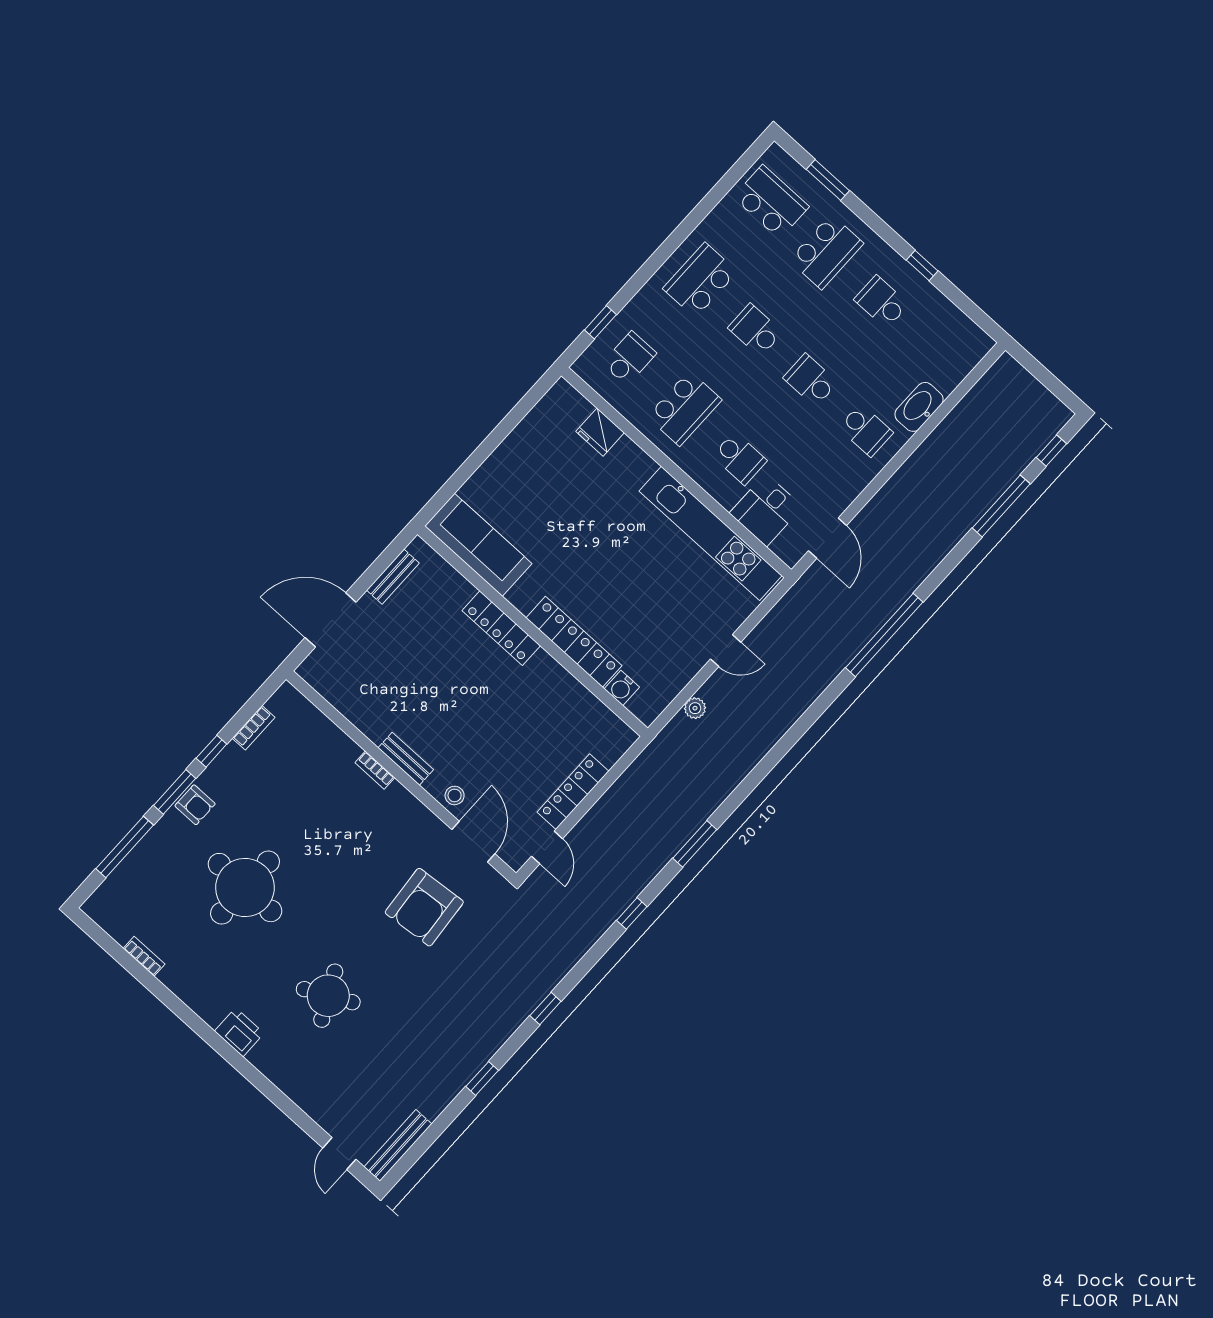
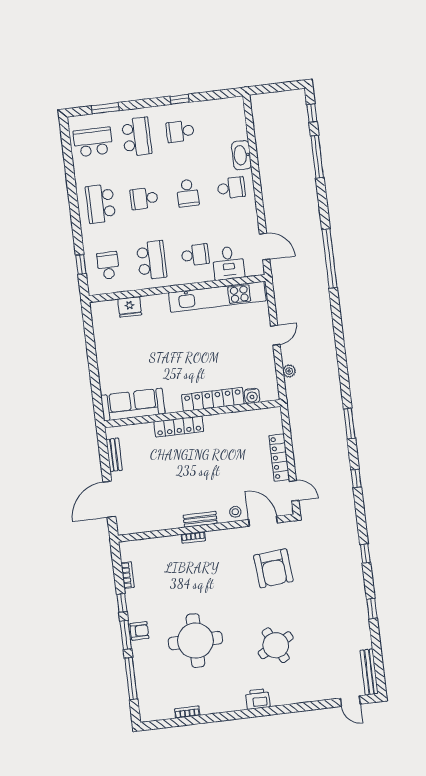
school desk: (810, 380) -> (188, 193), turned -90

